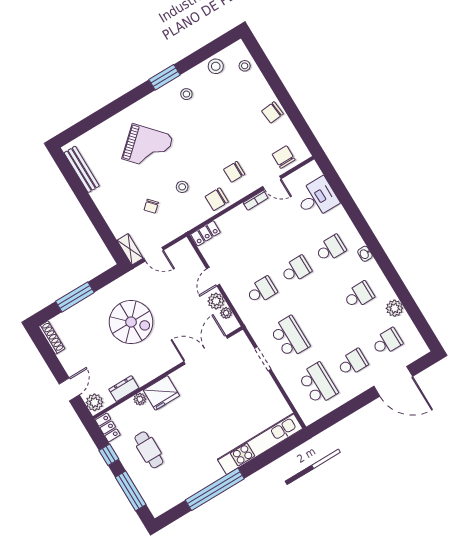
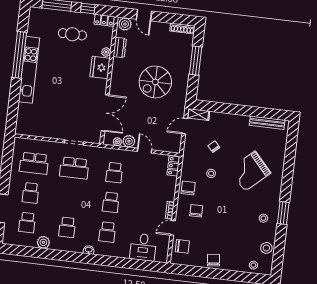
kitchen unit: (260, 444) -> (29, 70), moved

